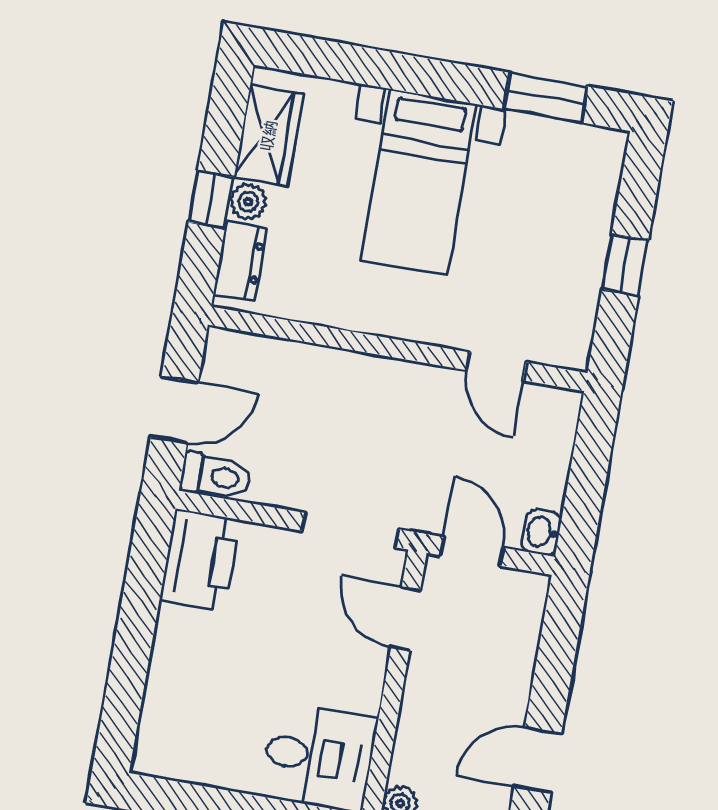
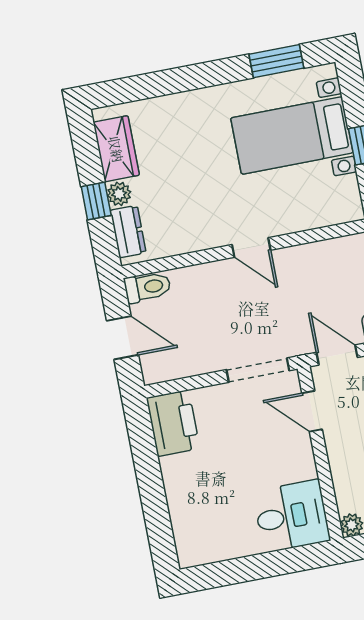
bed with nightstands: (419, 182) -> (292, 135), moved, turned 90
door: (496, 366) -> (251, 247), moved
door: (174, 410) -> (123, 338), hinge flipped
toilet: (216, 476) -> (147, 287), moved

